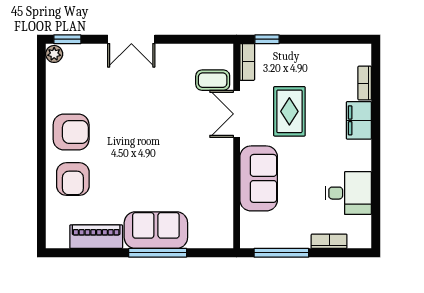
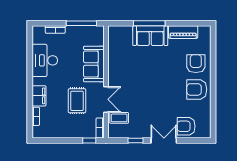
window: (67, 39) -> (136, 140), moved
plant: (54, 54) -> (206, 132), removed
armchair: (91, 65) -> (186, 126), added
desk: (348, 193) -> (45, 60), width x1.37

